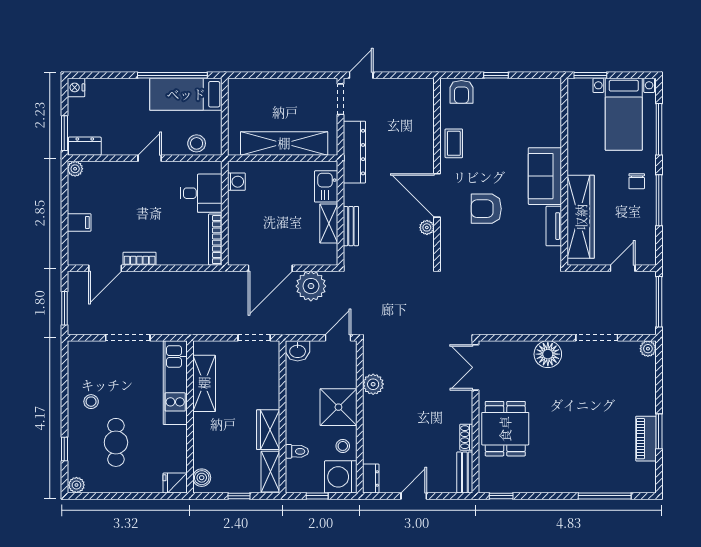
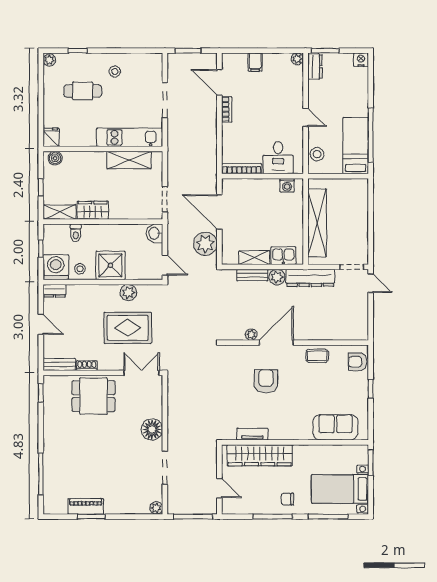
sofa: (545, 176) -> (335, 427), moved
plant: (353, 195) -> (277, 277), added
rug: (418, 385) -> (128, 328), added

